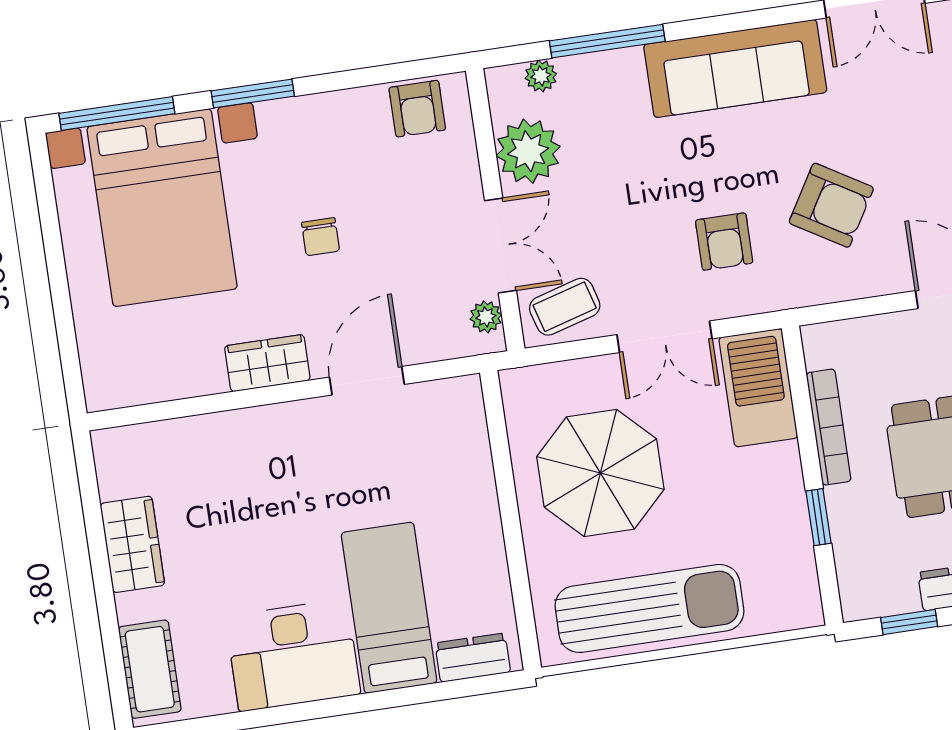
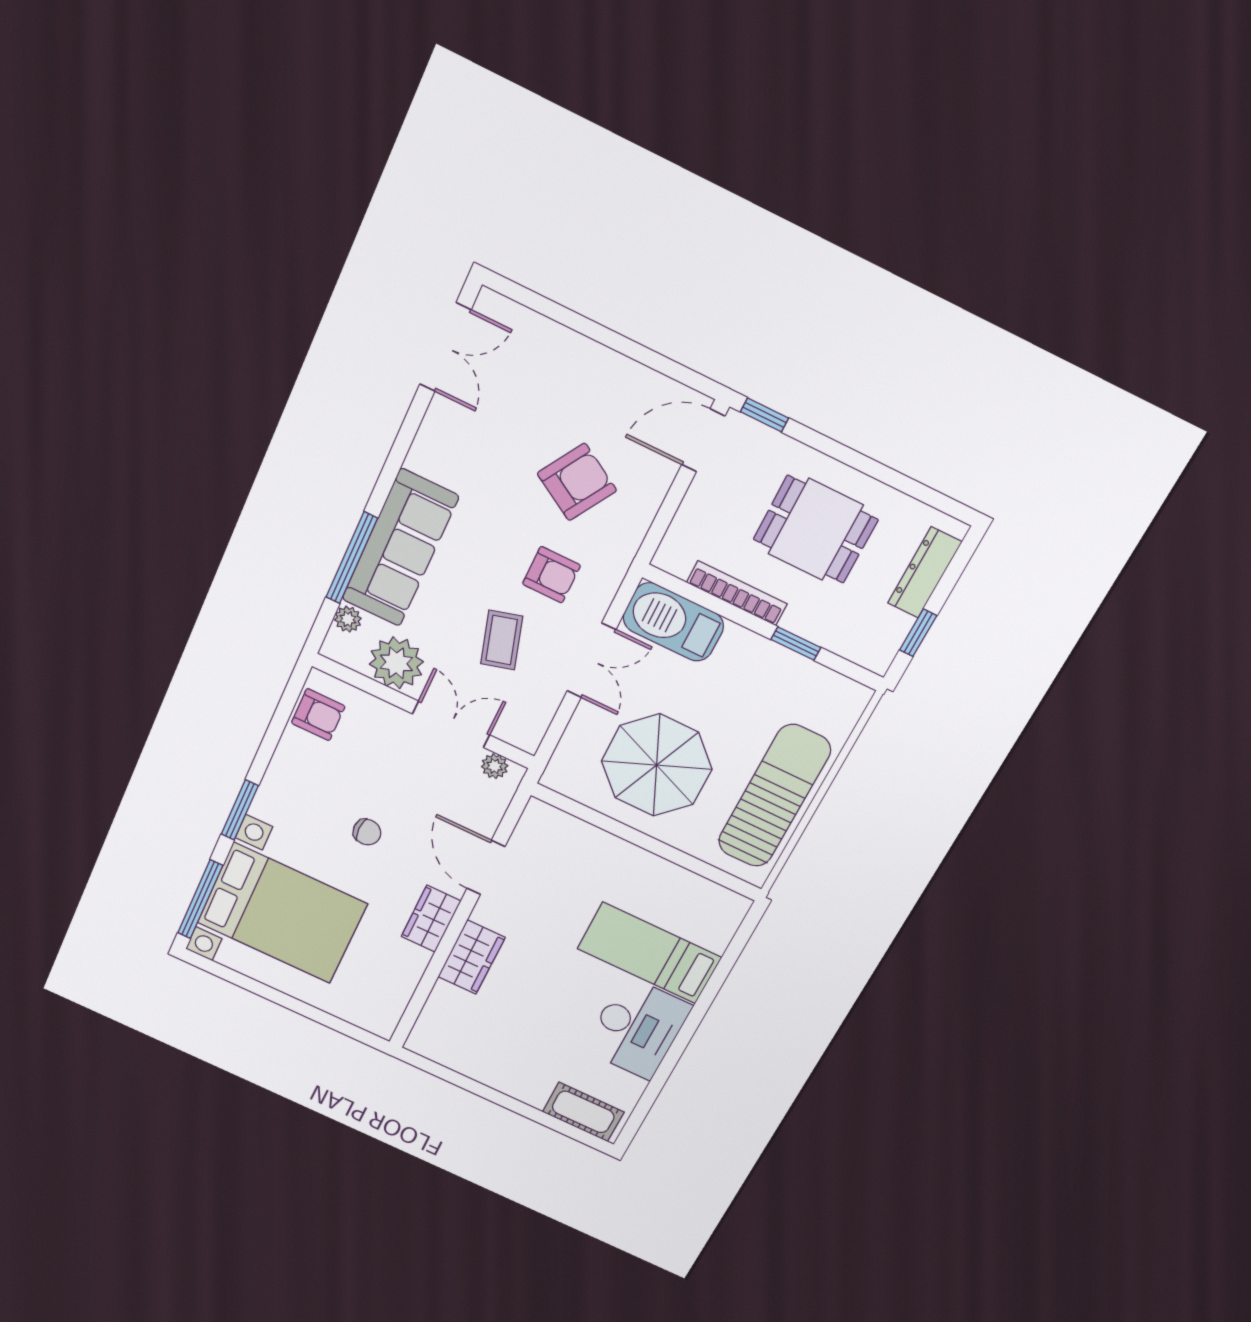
sofa: (735, 68) -> (400, 548), moved
coffee table: (565, 307) -> (502, 640), moved
wardrobe: (132, 544) -> (472, 957), moved, turned 90
dresser: (473, 658) -> (722, 926), removed

